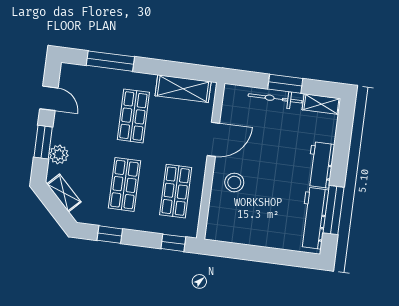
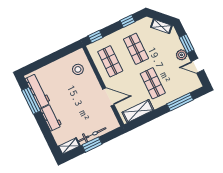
door: (213, 139) -> (108, 97), swing flipped
plant: (59, 154) -> (182, 55), moved
stool: (234, 182) -> (78, 69), moved

